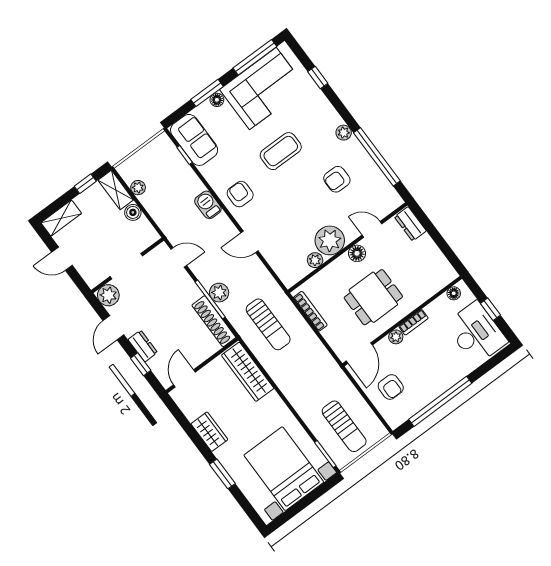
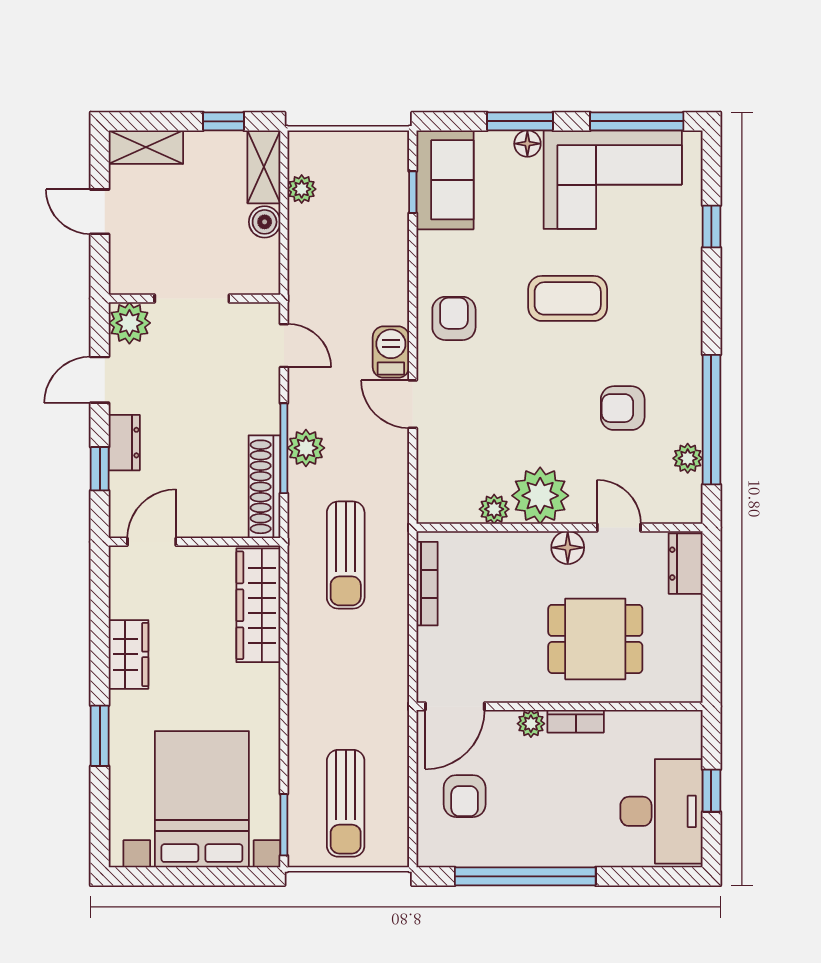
plant: (344, 133) -> (688, 458), moved
barbecue: (208, 205) -> (391, 352), moved
floor lamp: (454, 293) -> (672, 723), removed
dining table: (373, 297) -> (595, 639), moved

